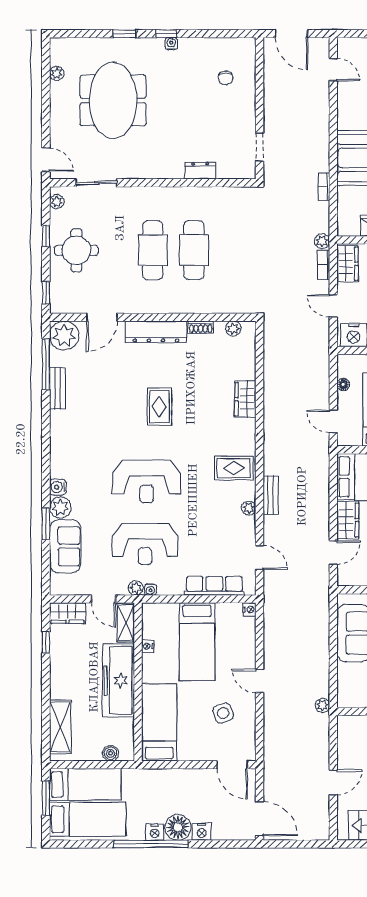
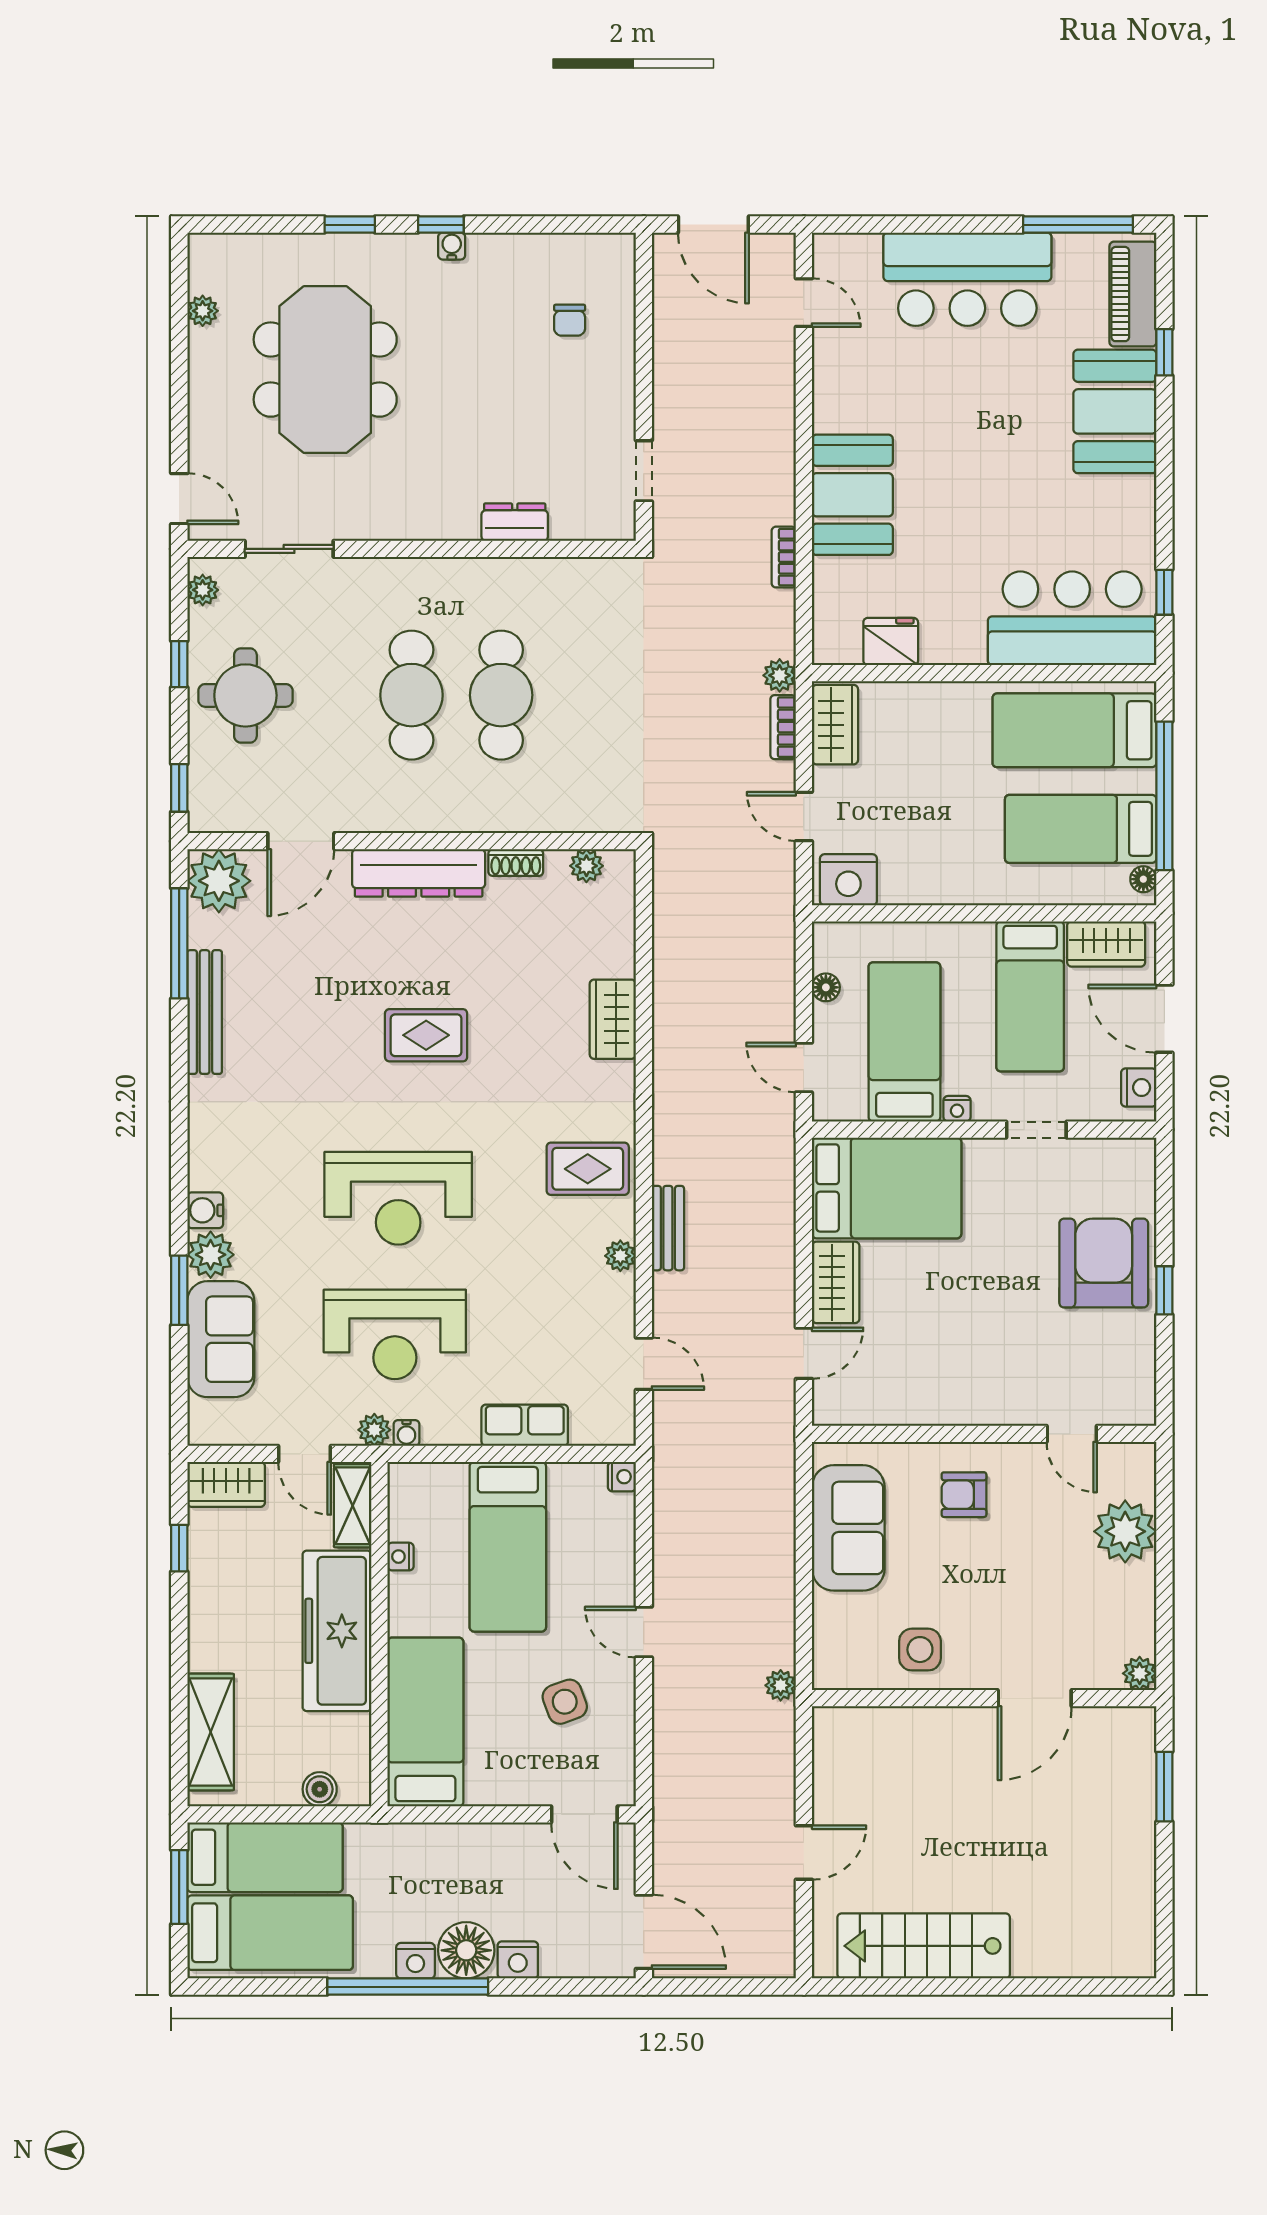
bench: (58, 388) -> (205, 1012), width x1.36
rug: (159, 407) -> (426, 1035), turned 90
row of seats: (214, 586) -> (525, 1425), width x0.68

